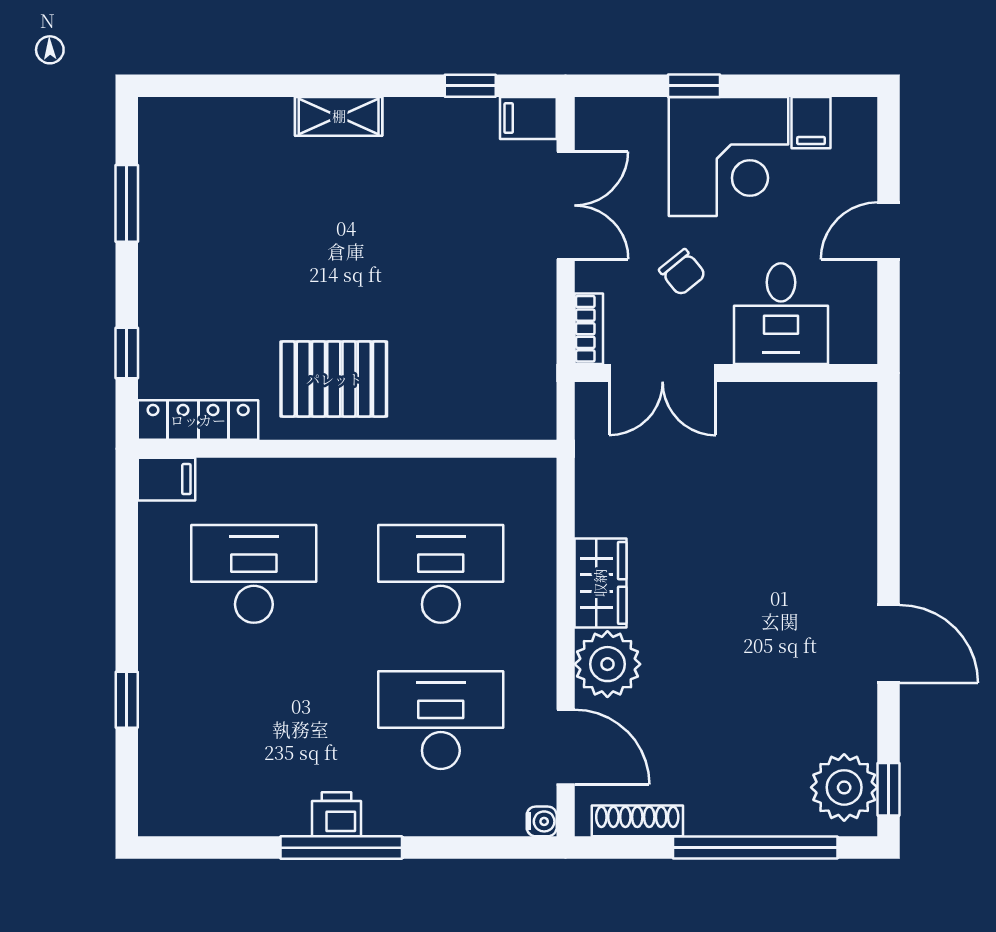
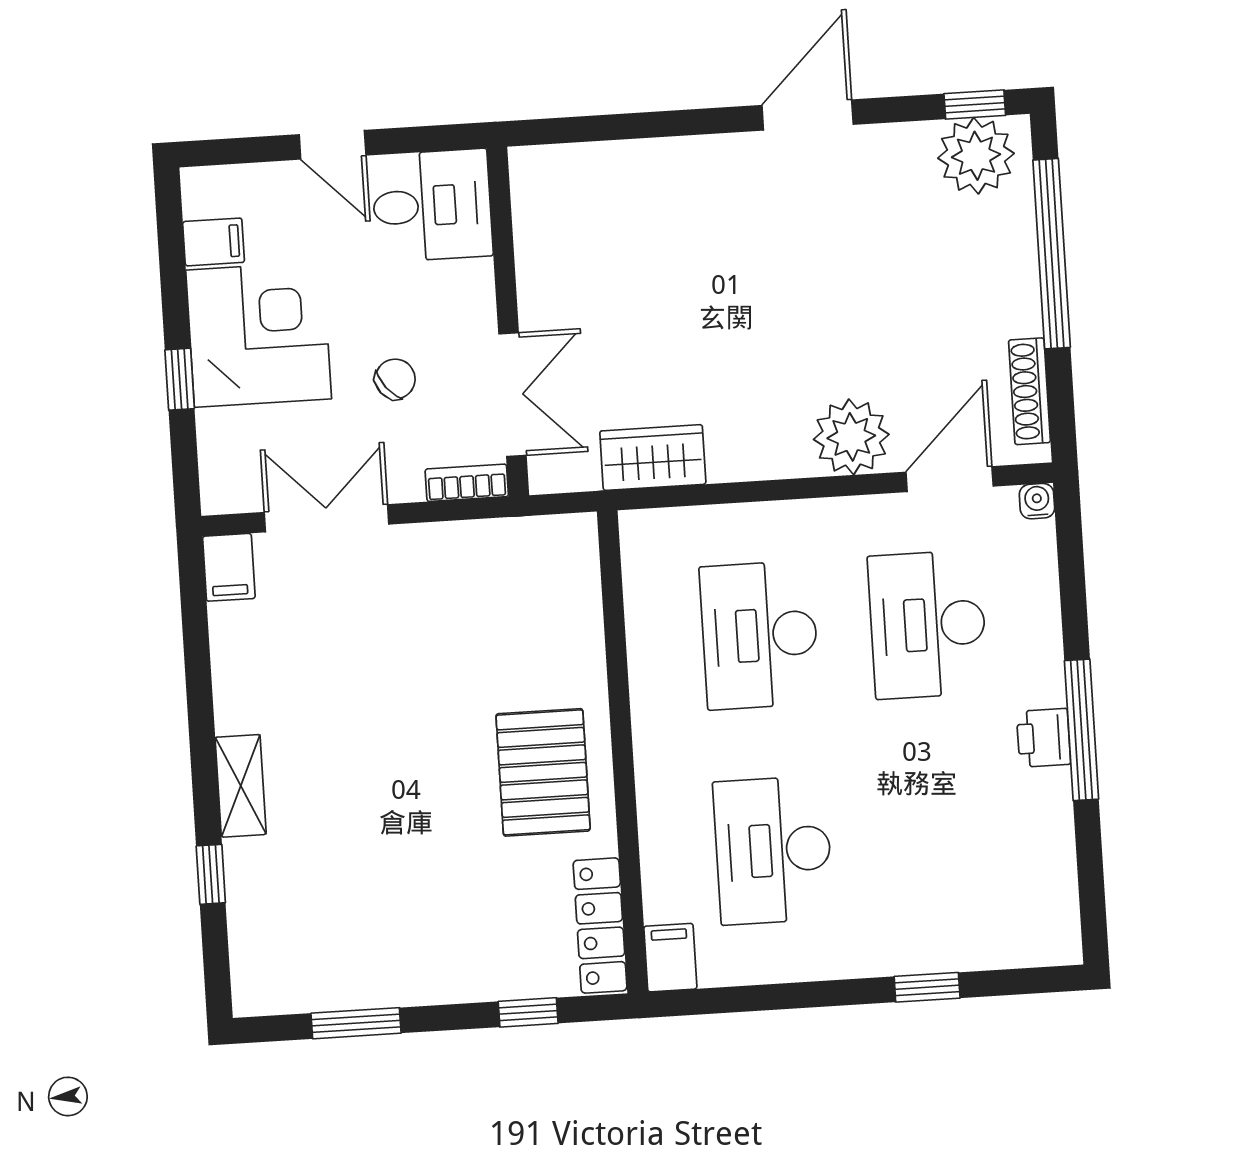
window: (470, 86) -> (211, 874), moved
desk: (781, 314) -> (432, 205), moved
wardrobe: (600, 583) -> (653, 458), moved

